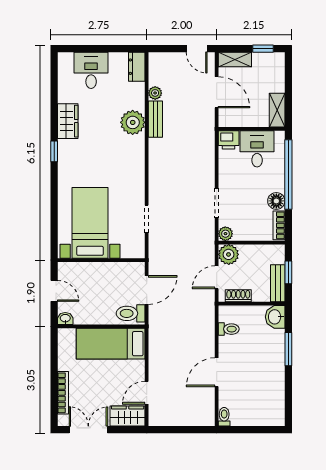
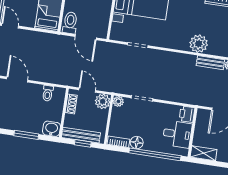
plant: (133, 122) -> (199, 44), moved
bench: (278, 283) -> (81, 135), width x1.36

